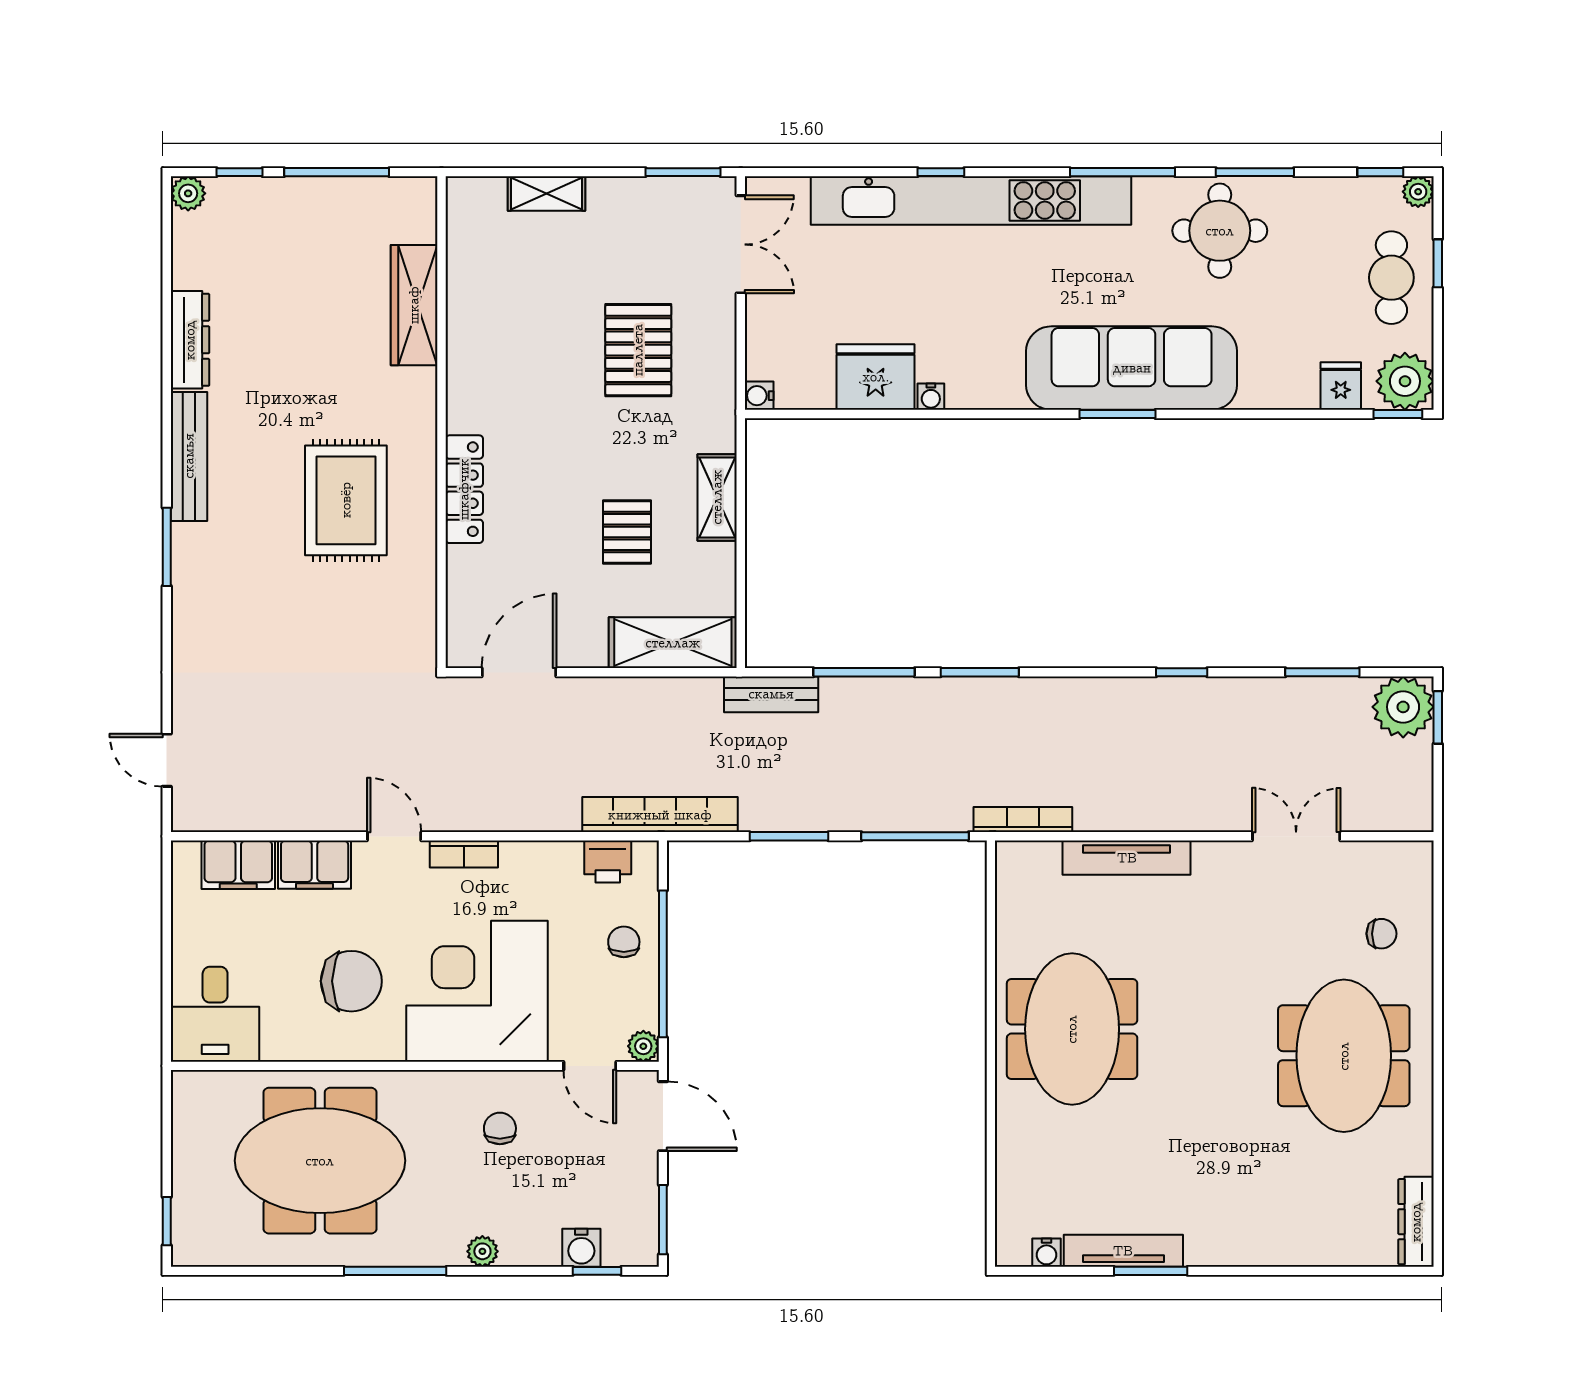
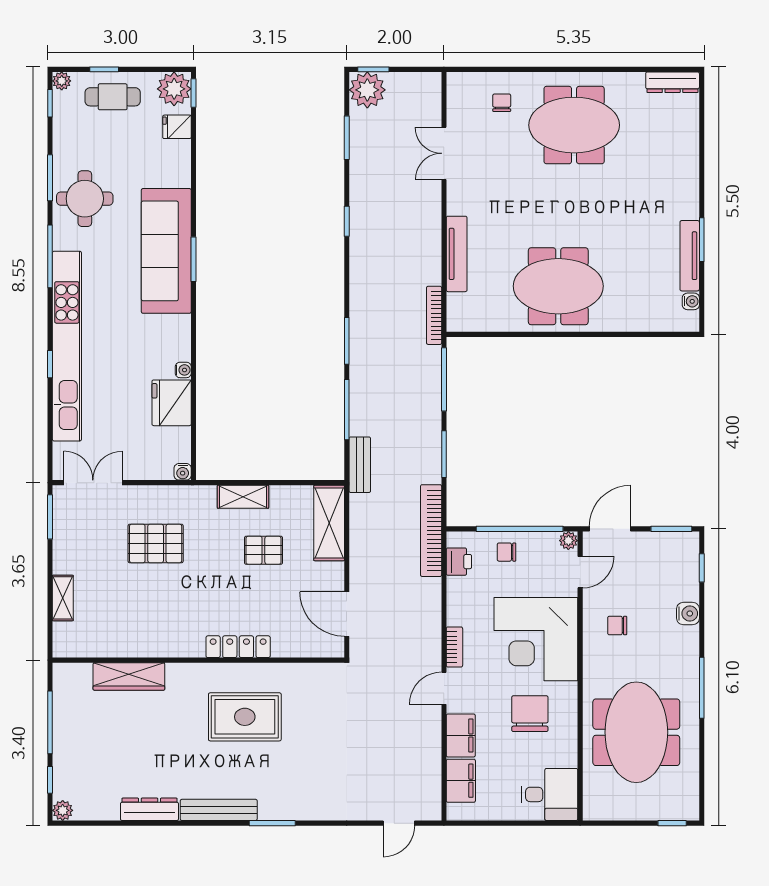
water cooler: (581, 1248) -> (688, 614), moved
plant: (482, 1251) -> (690, 636), removed

